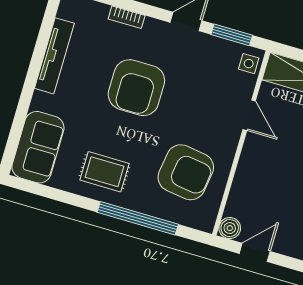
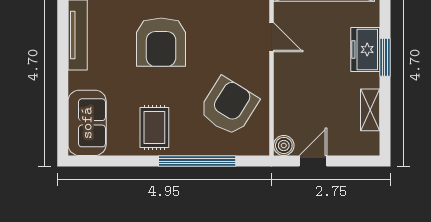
rug: (105, 172) -> (154, 127), turned 90
armchair: (186, 172) -> (229, 106), turned -66

